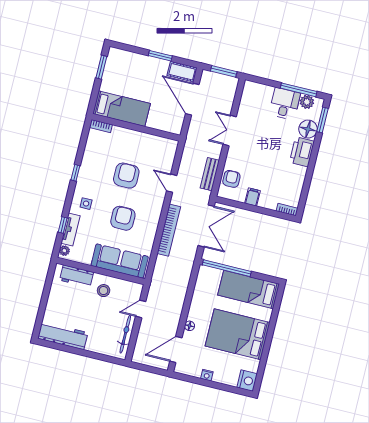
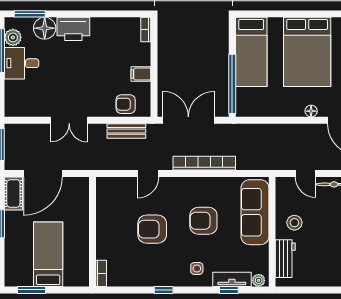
bed: (121, 109) -> (48, 254), moved

